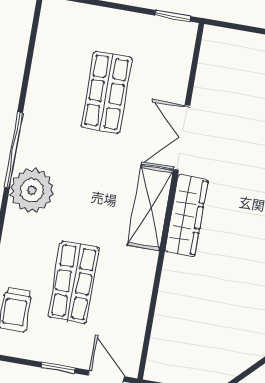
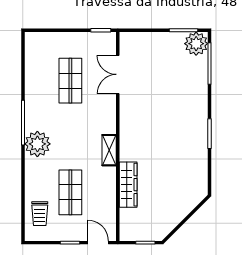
double door: (182, 138) -> (118, 74), moved
shelving: (150, 208) -> (109, 150), width x0.67, depth x0.75
wardrobe: (186, 216) -> (128, 185), moved

